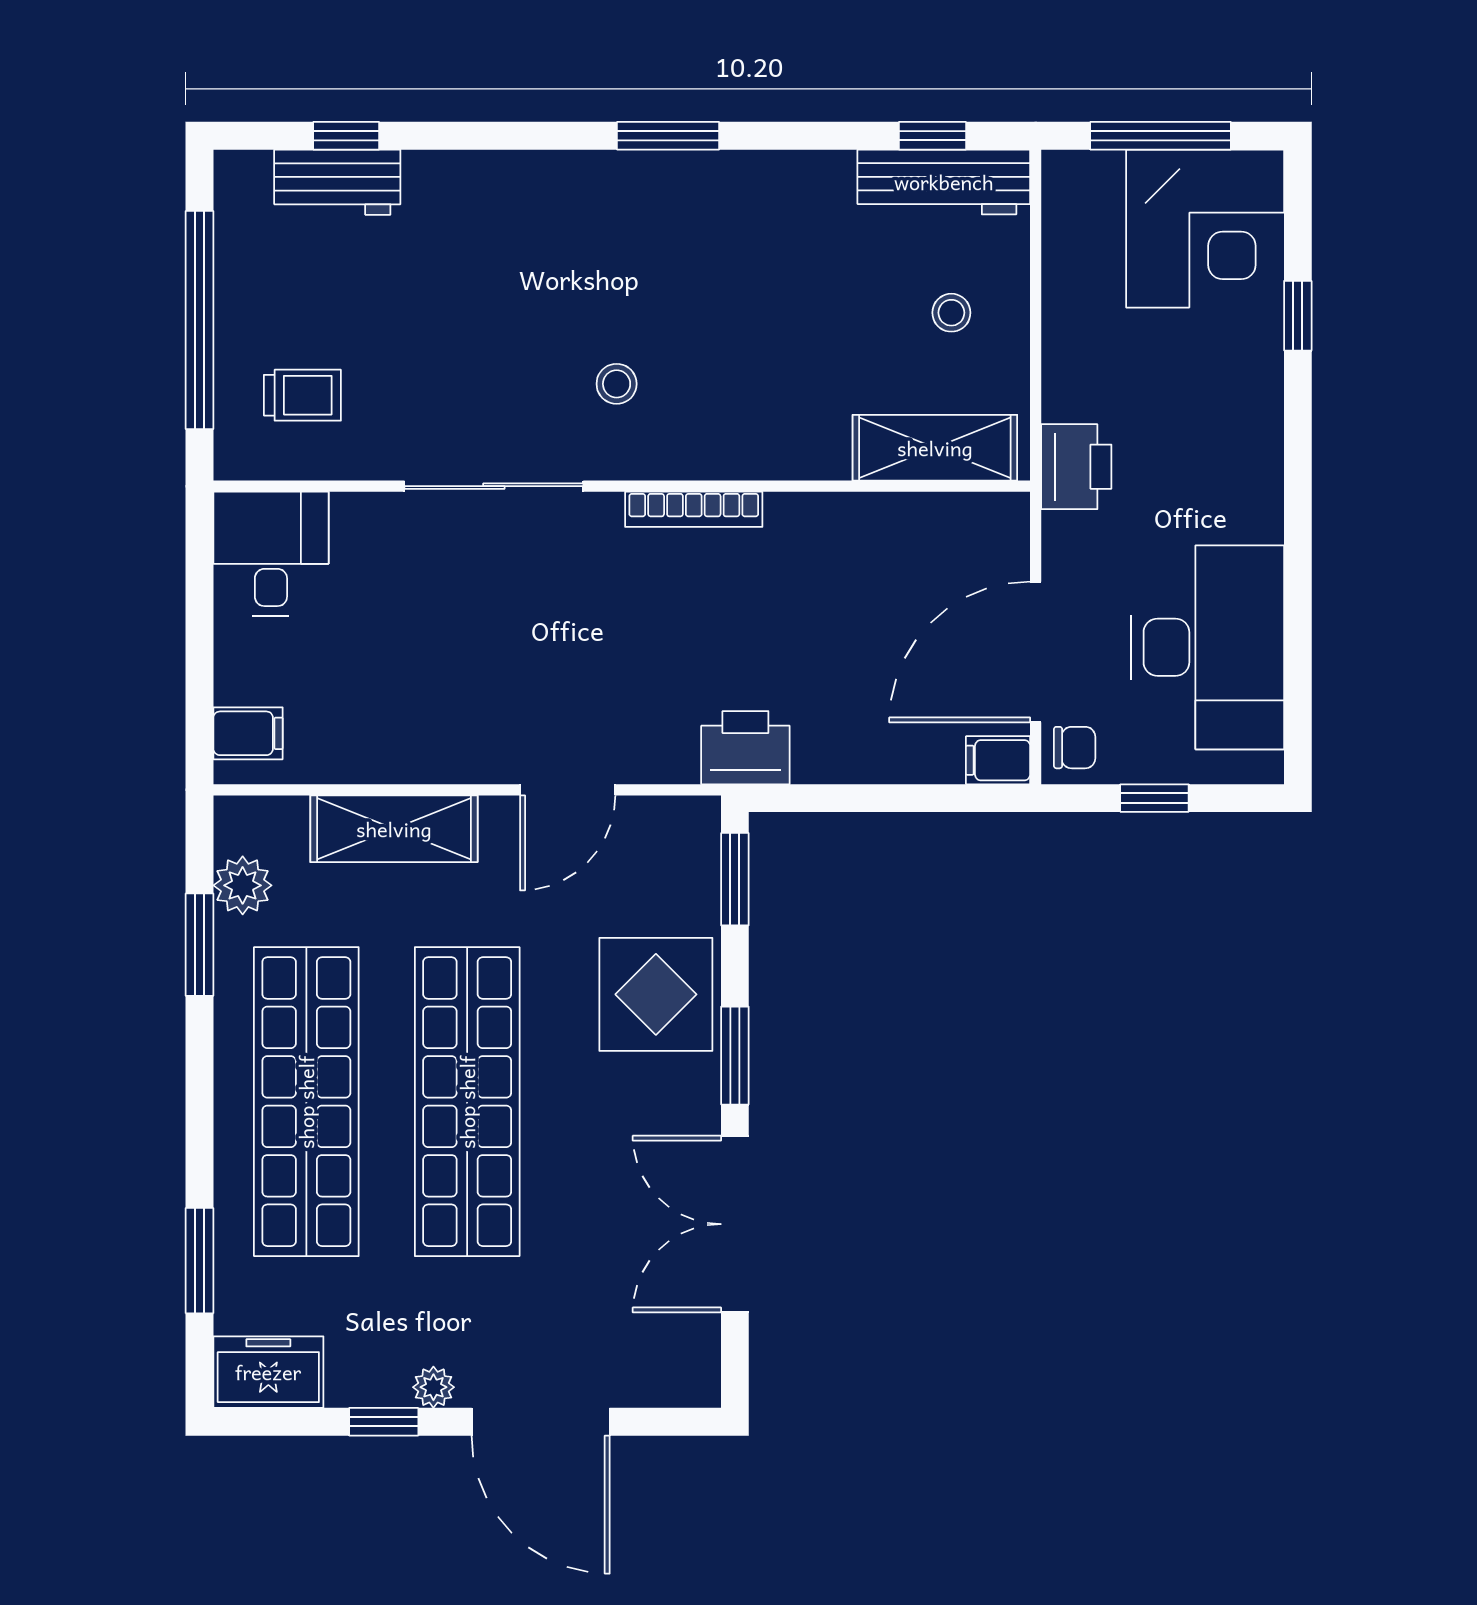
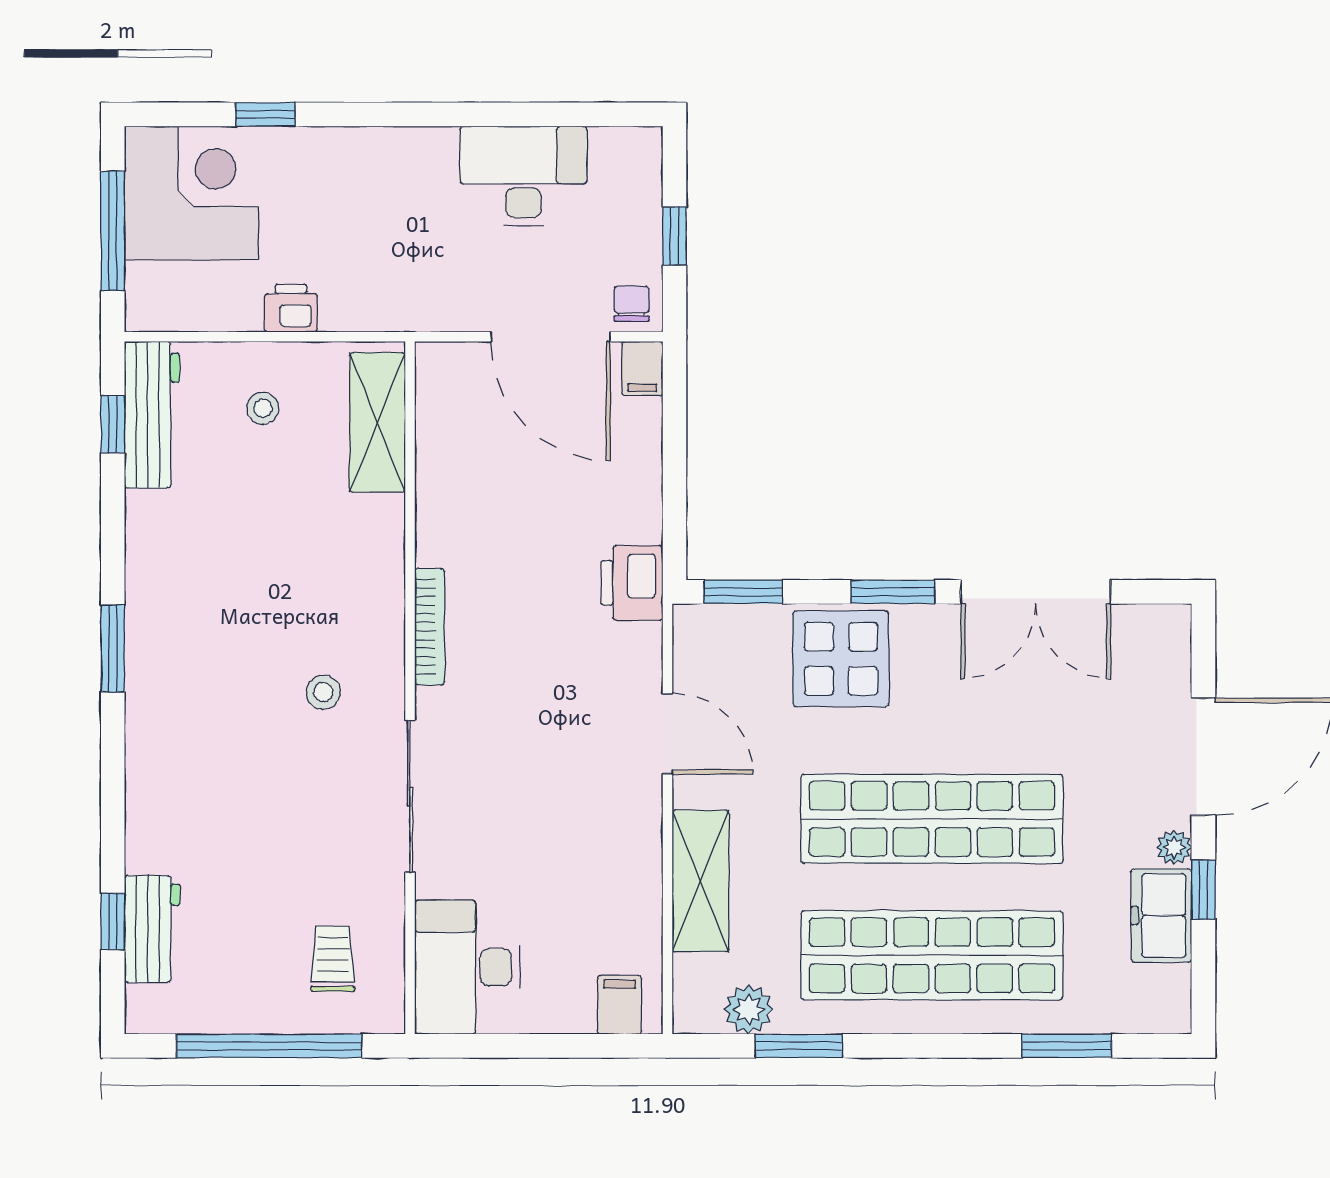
printer: (1076, 467) -> (291, 308), moved, width x0.73, depth x0.81
desk: (271, 554) -> (467, 967), width x1.37
desk: (1208, 647) -> (523, 176), width x0.73, depth x0.77
freezer: (268, 1372) -> (1161, 915), moved

